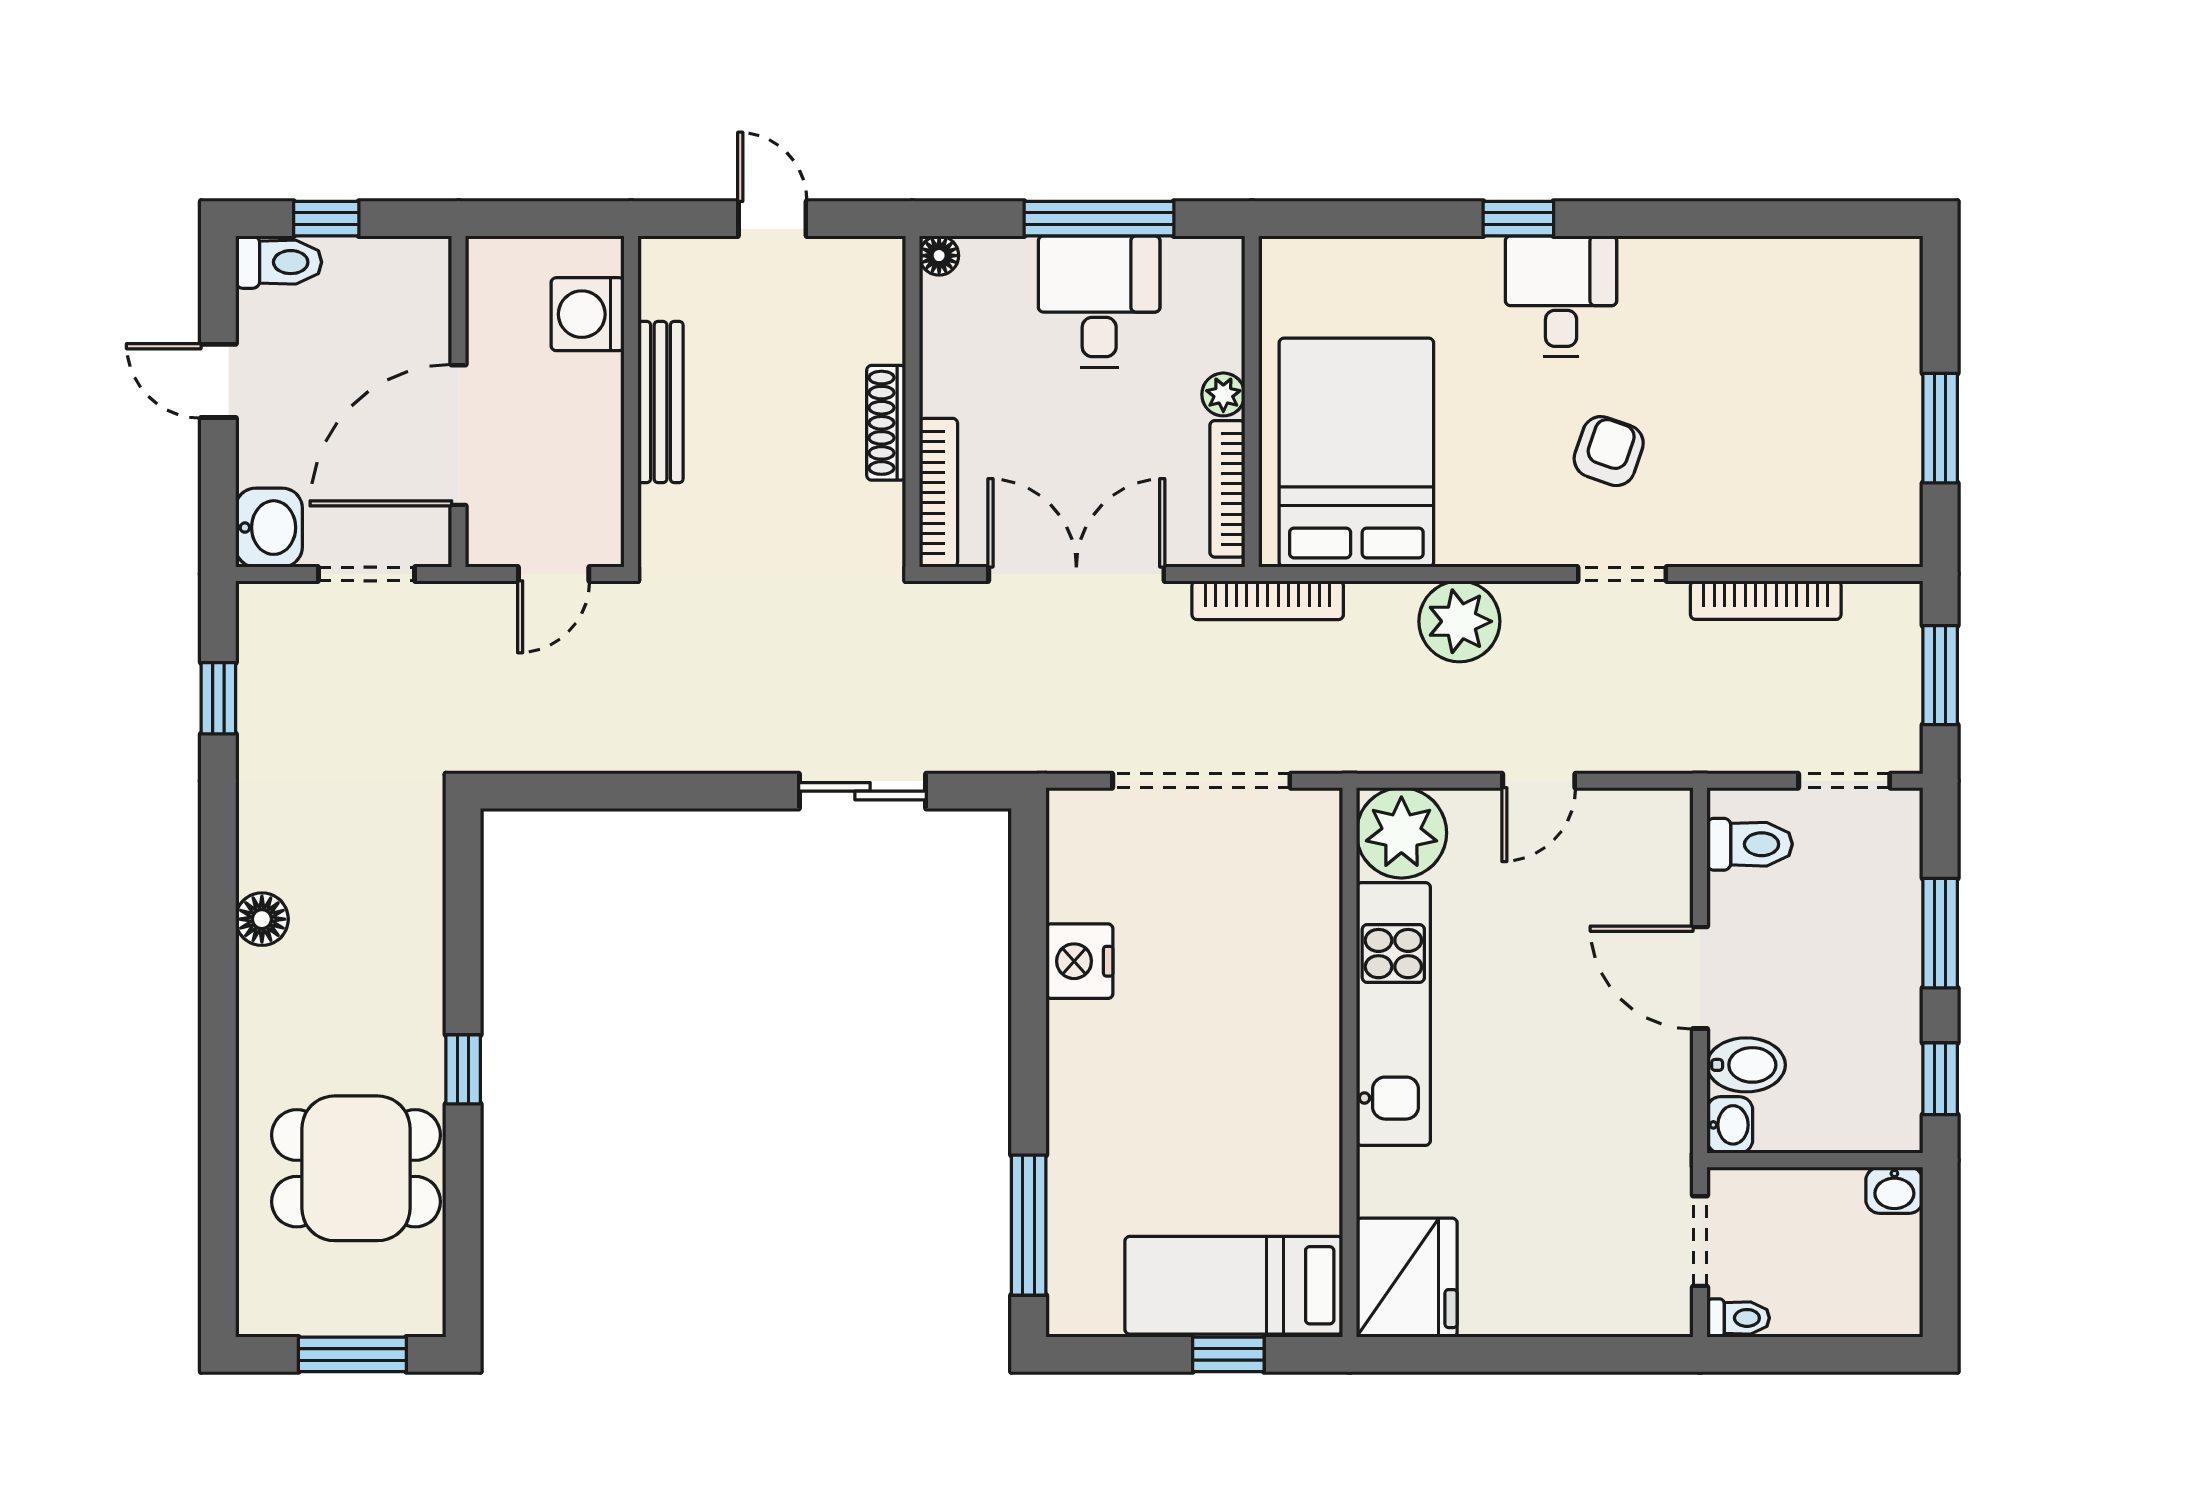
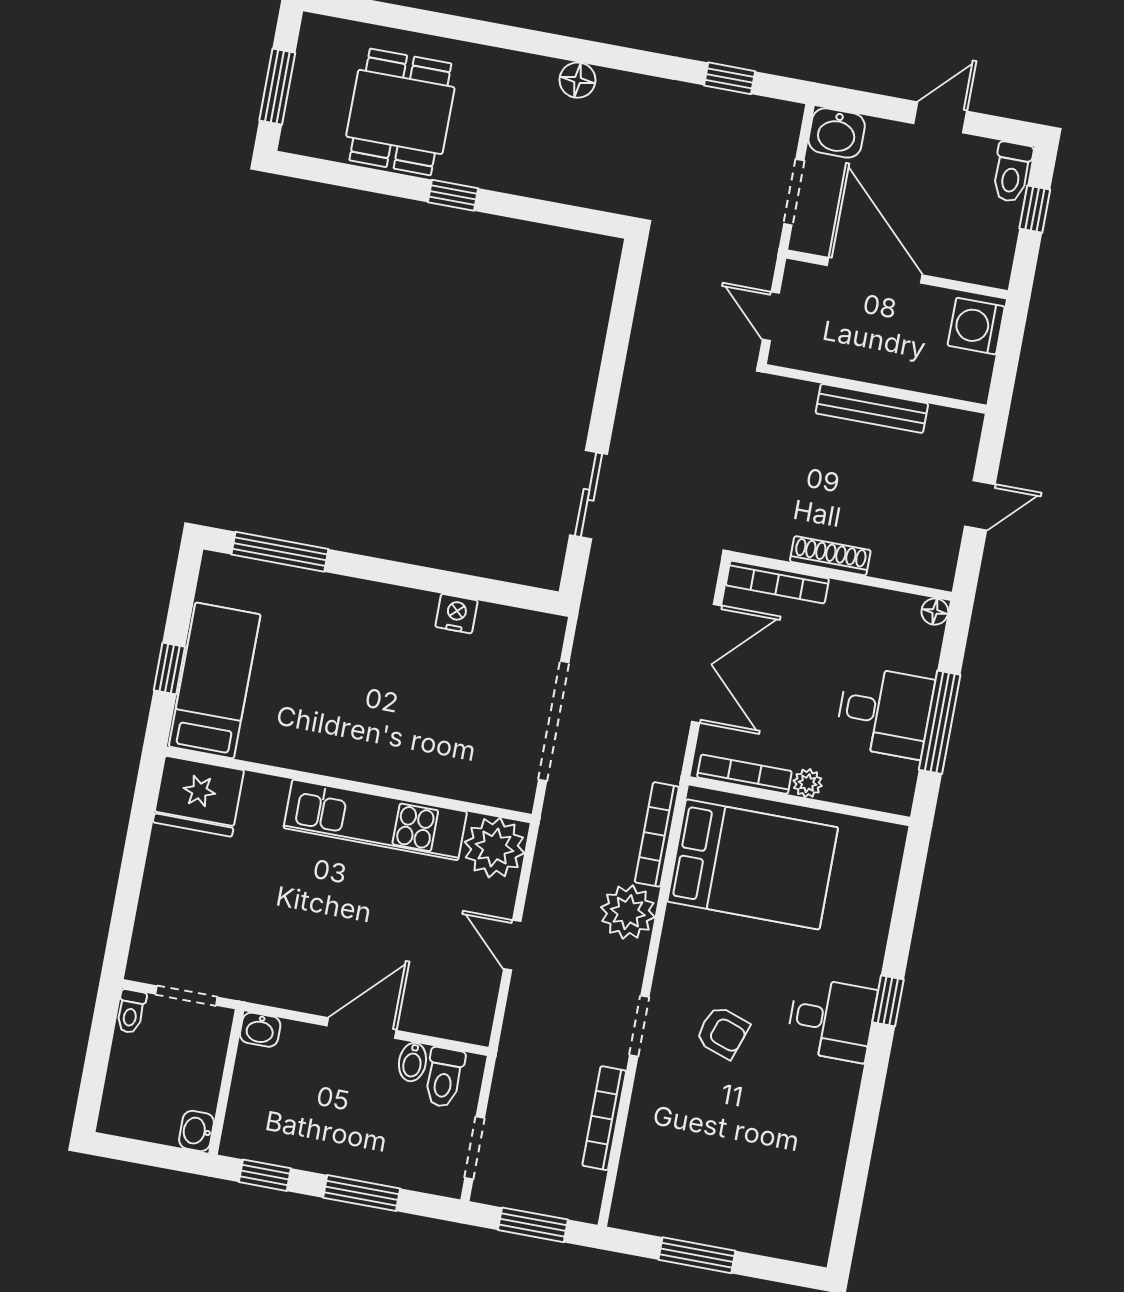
washing machine: (588, 314) -> (976, 326), moved, turned -90
bookcase: (1268, 600) -> (657, 834), moved
nightstand: (1079, 961) -> (456, 614), width x0.74, depth x0.75
bidet: (1746, 1065) -> (412, 1062), moved, width x0.72, depth x0.74

